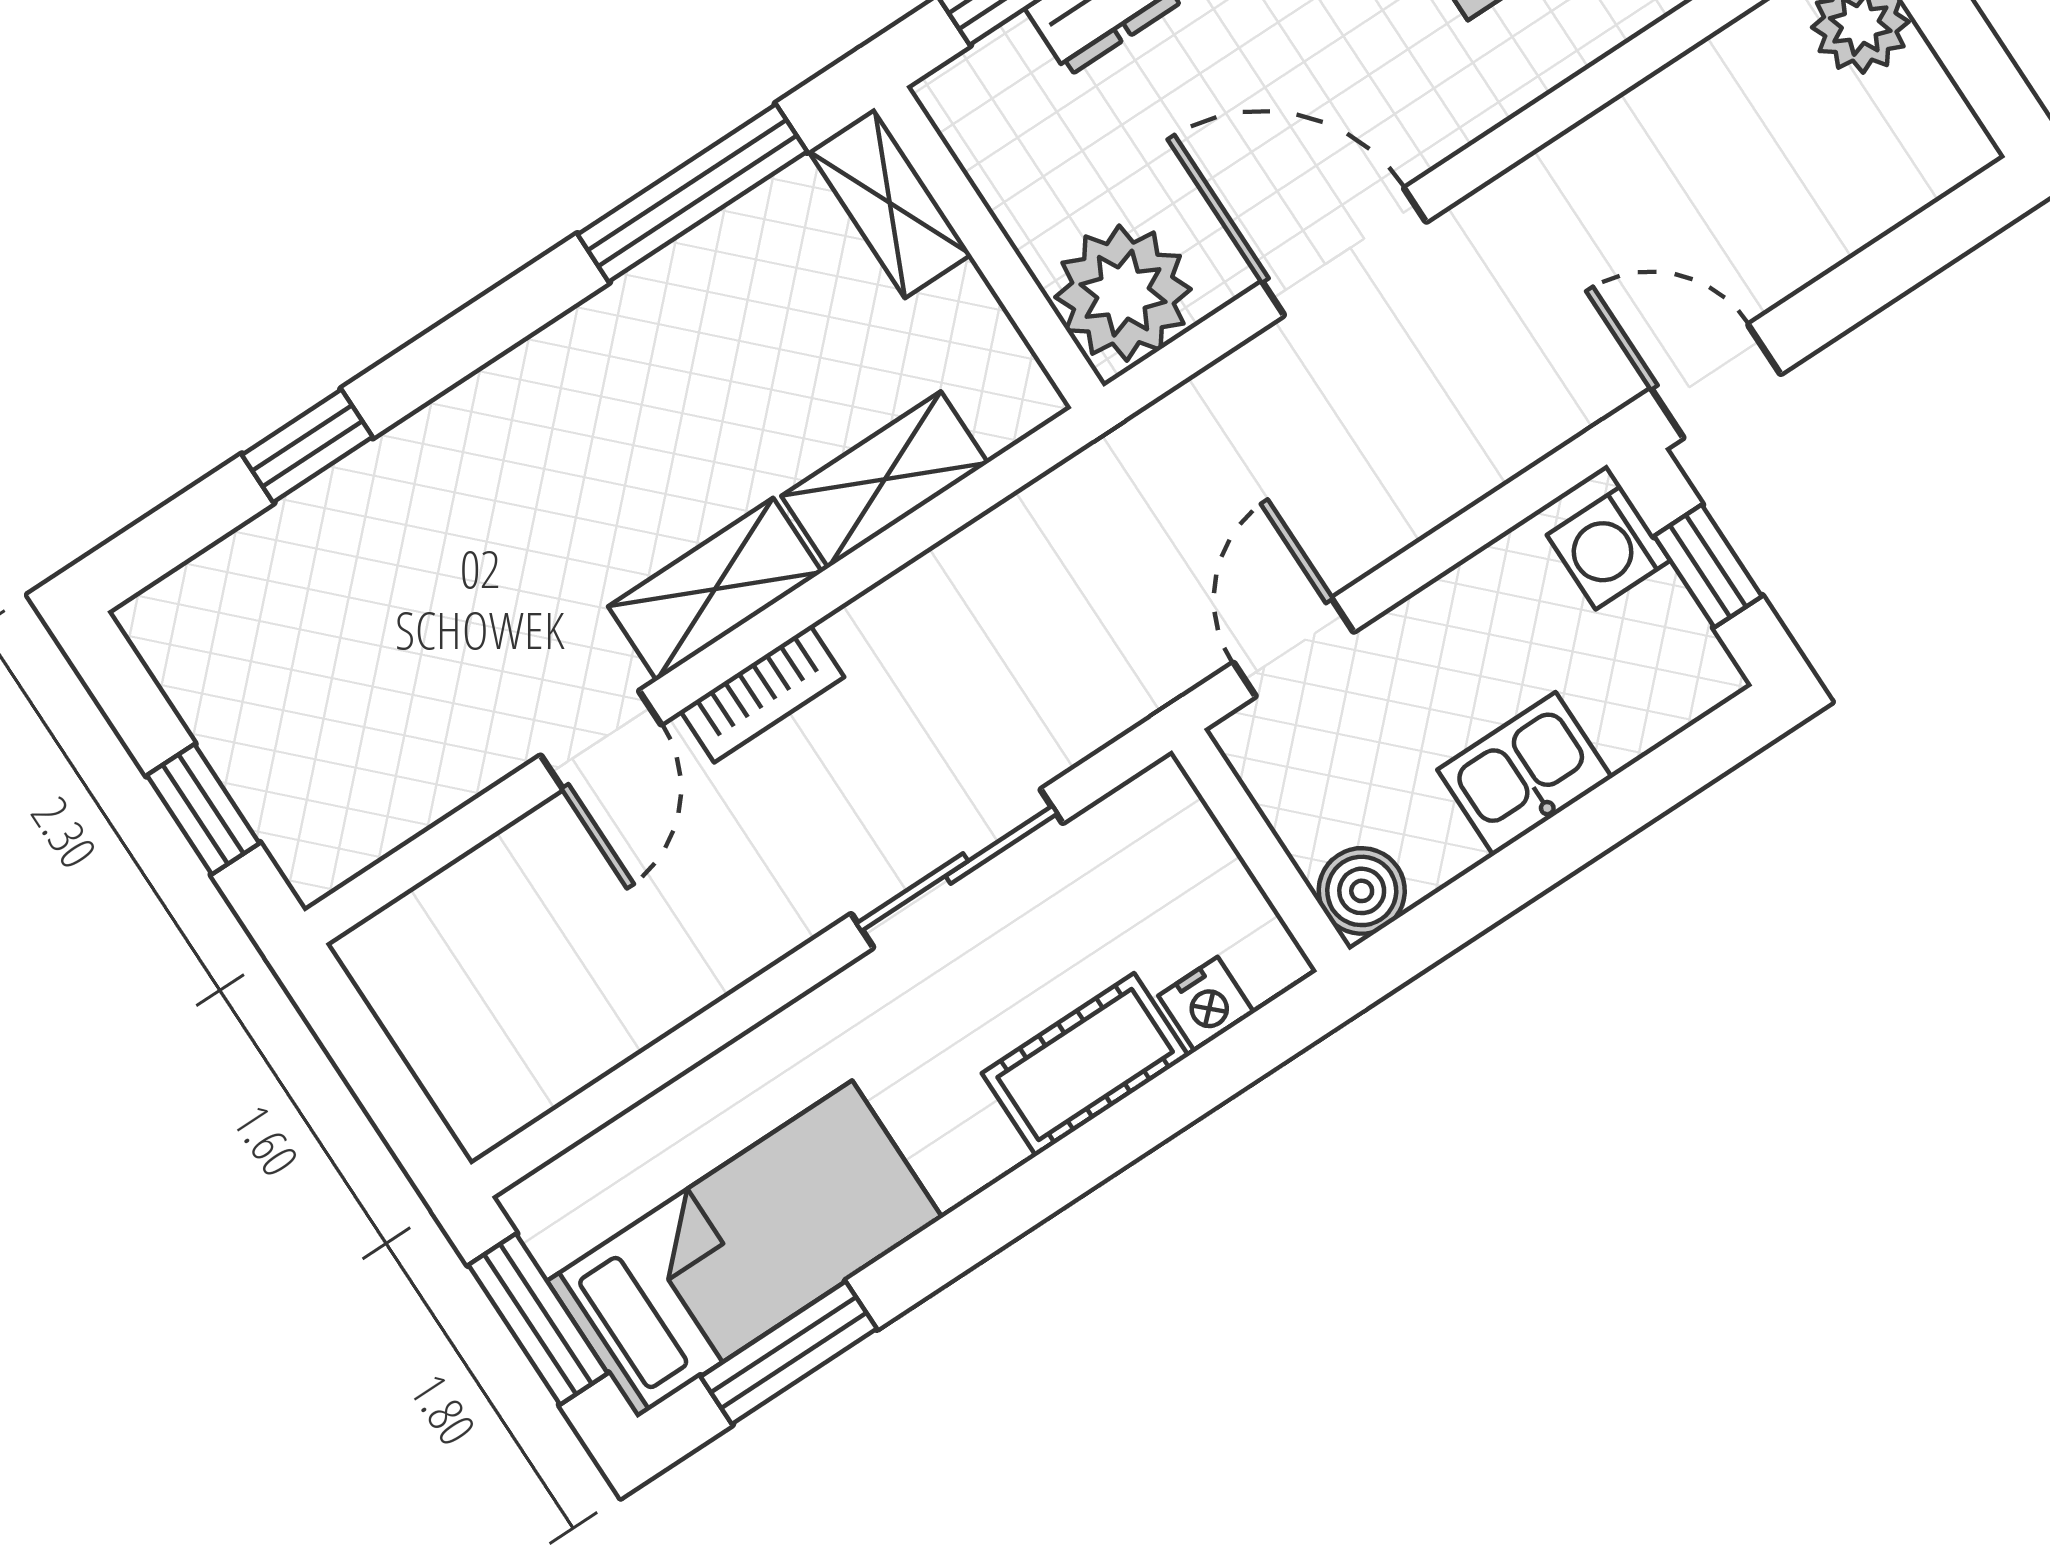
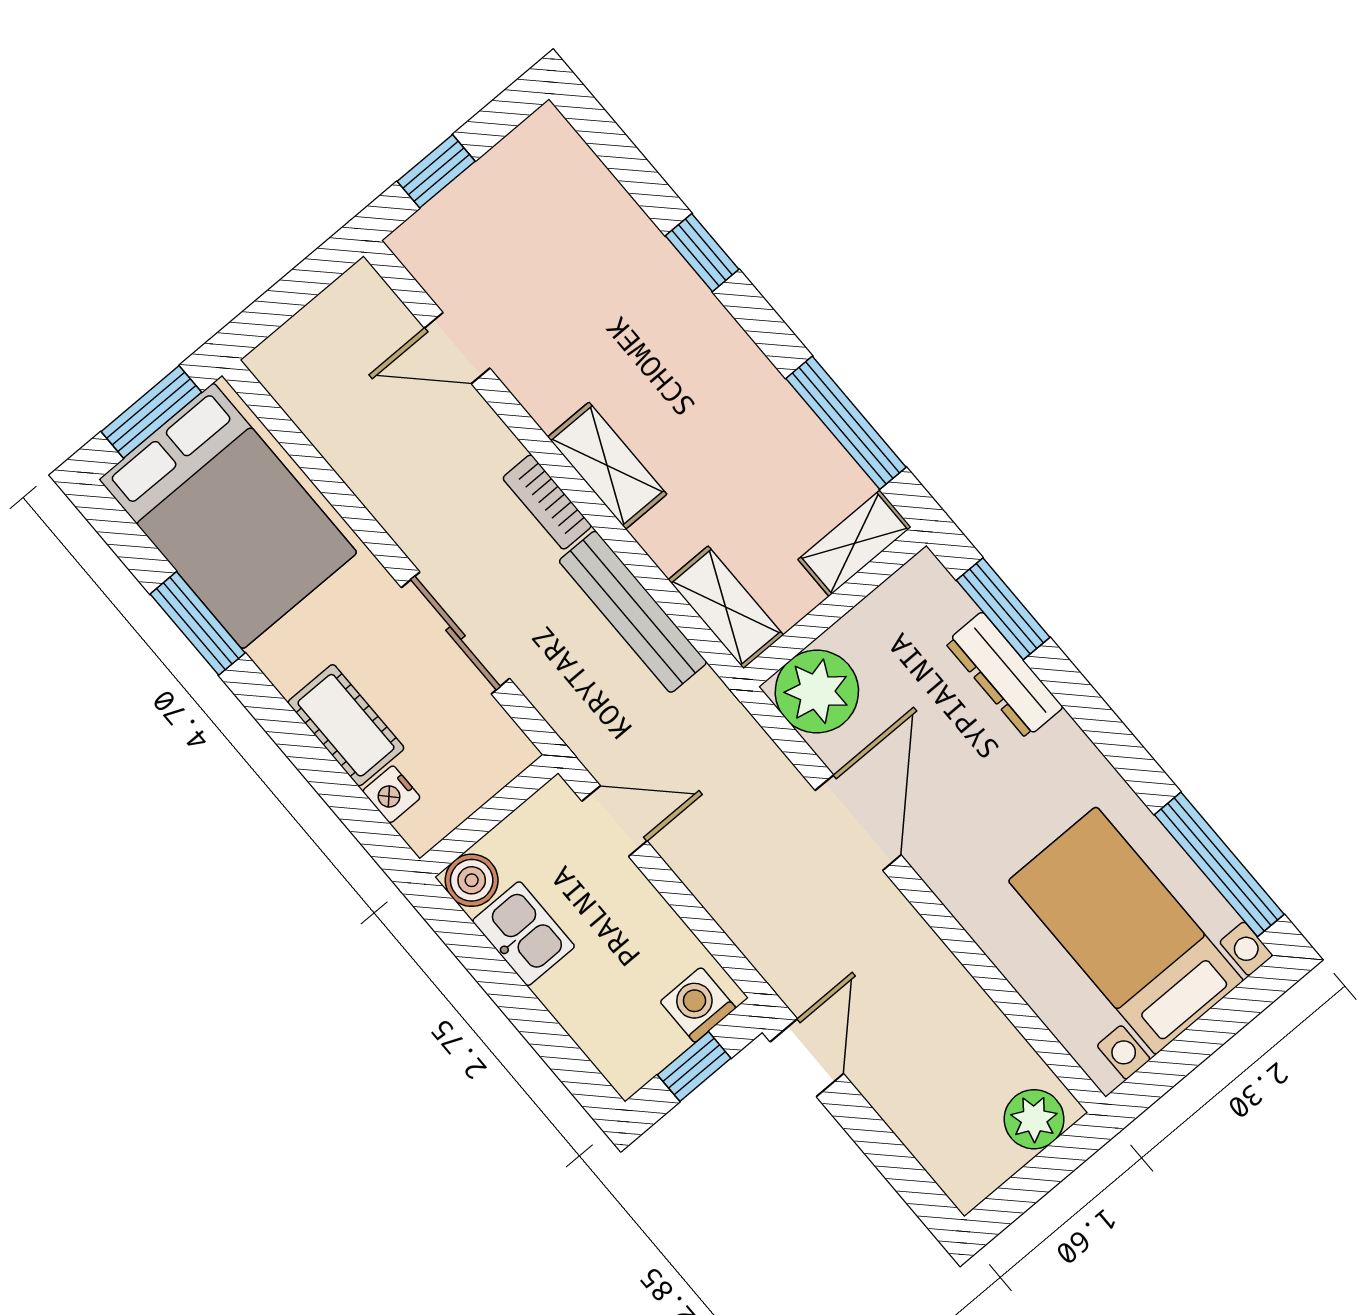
window: (307, 446) -> (702, 253), moved
shelving: (885, 479) -> (726, 607), moved
bench: (957, 576) -> (633, 612), added
door: (601, 740) -> (457, 348), moved
kitchen sink: (1525, 774) -> (524, 934), moved
bed: (745, 1249) -> (228, 516), width x1.50
window: (789, 1353) -> (198, 623), moved

